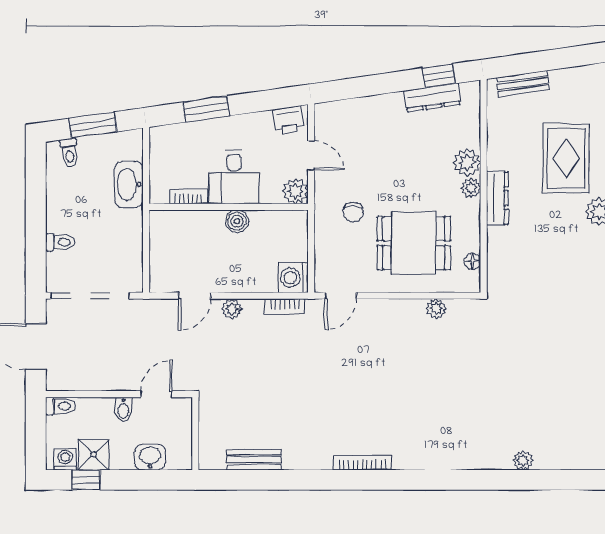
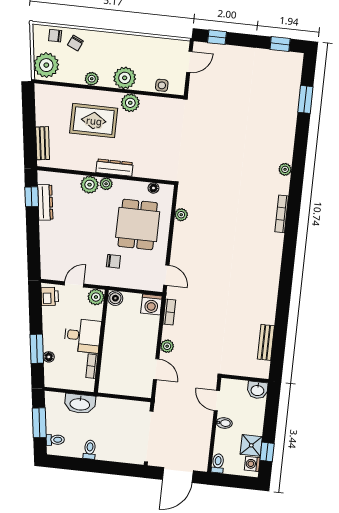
floor lamp: (196, 129) -> (49, 357), added
boiler: (237, 221) -> (115, 298), moved
toilet: (60, 242) -> (90, 450), moved
washbasin: (150, 457) -> (257, 390), moved, turned -90
bookcase: (363, 463) -> (282, 214), moved

